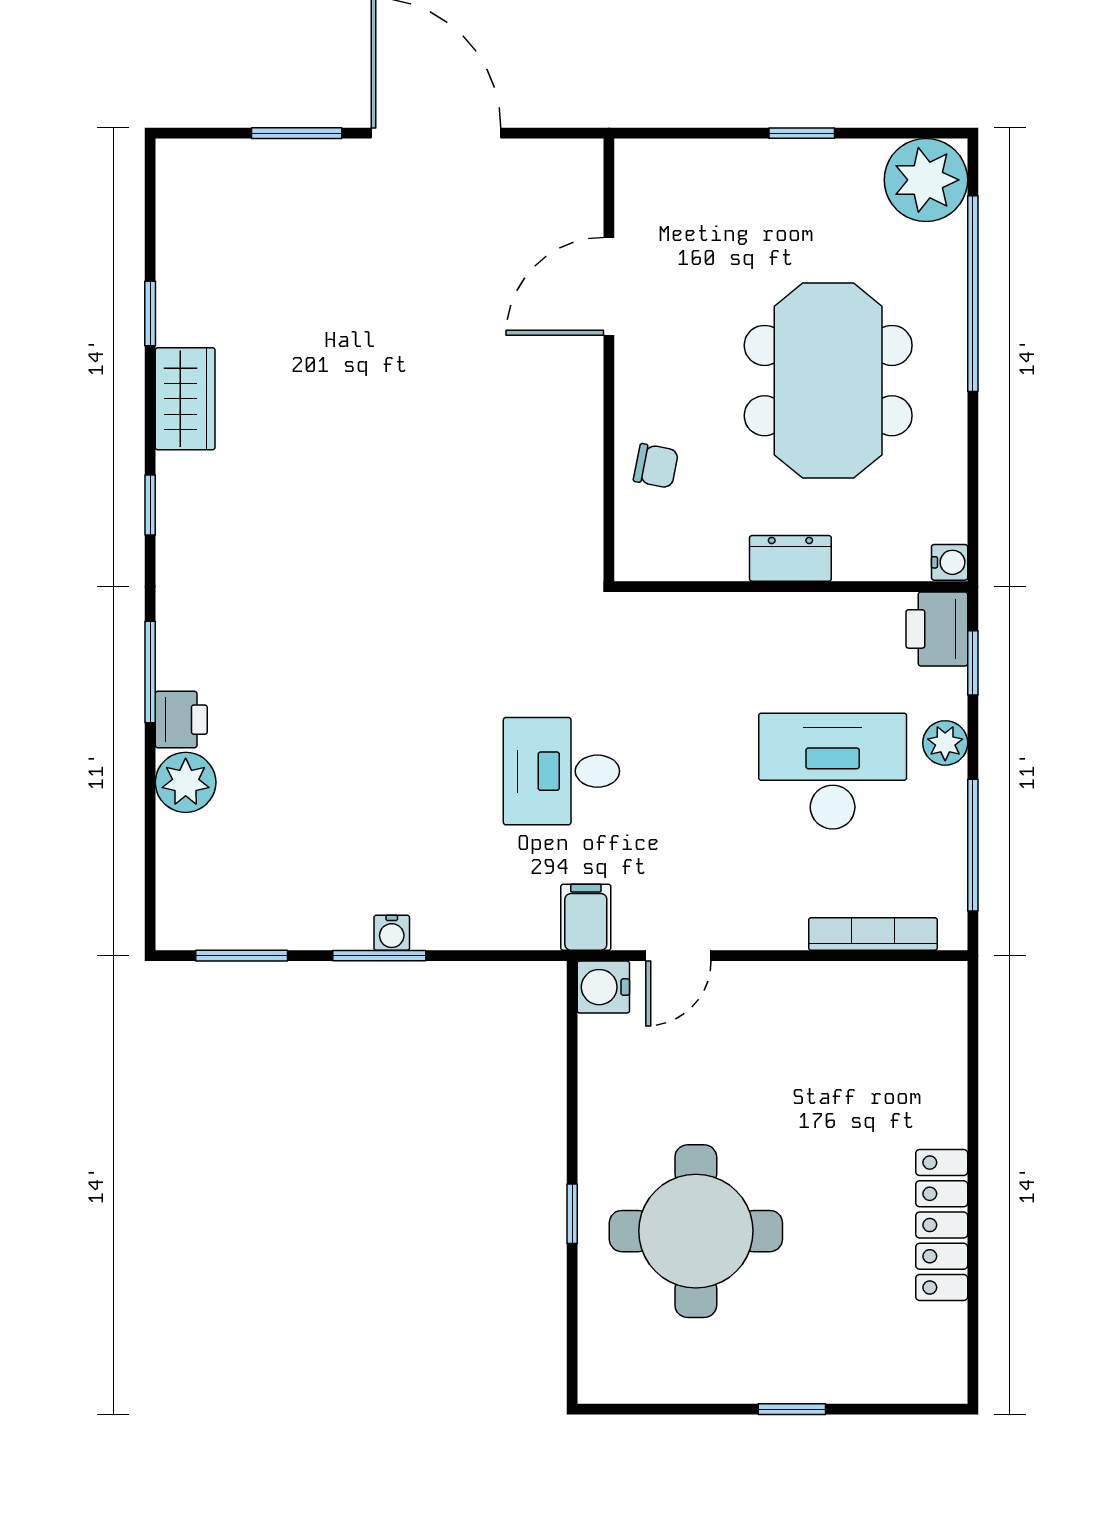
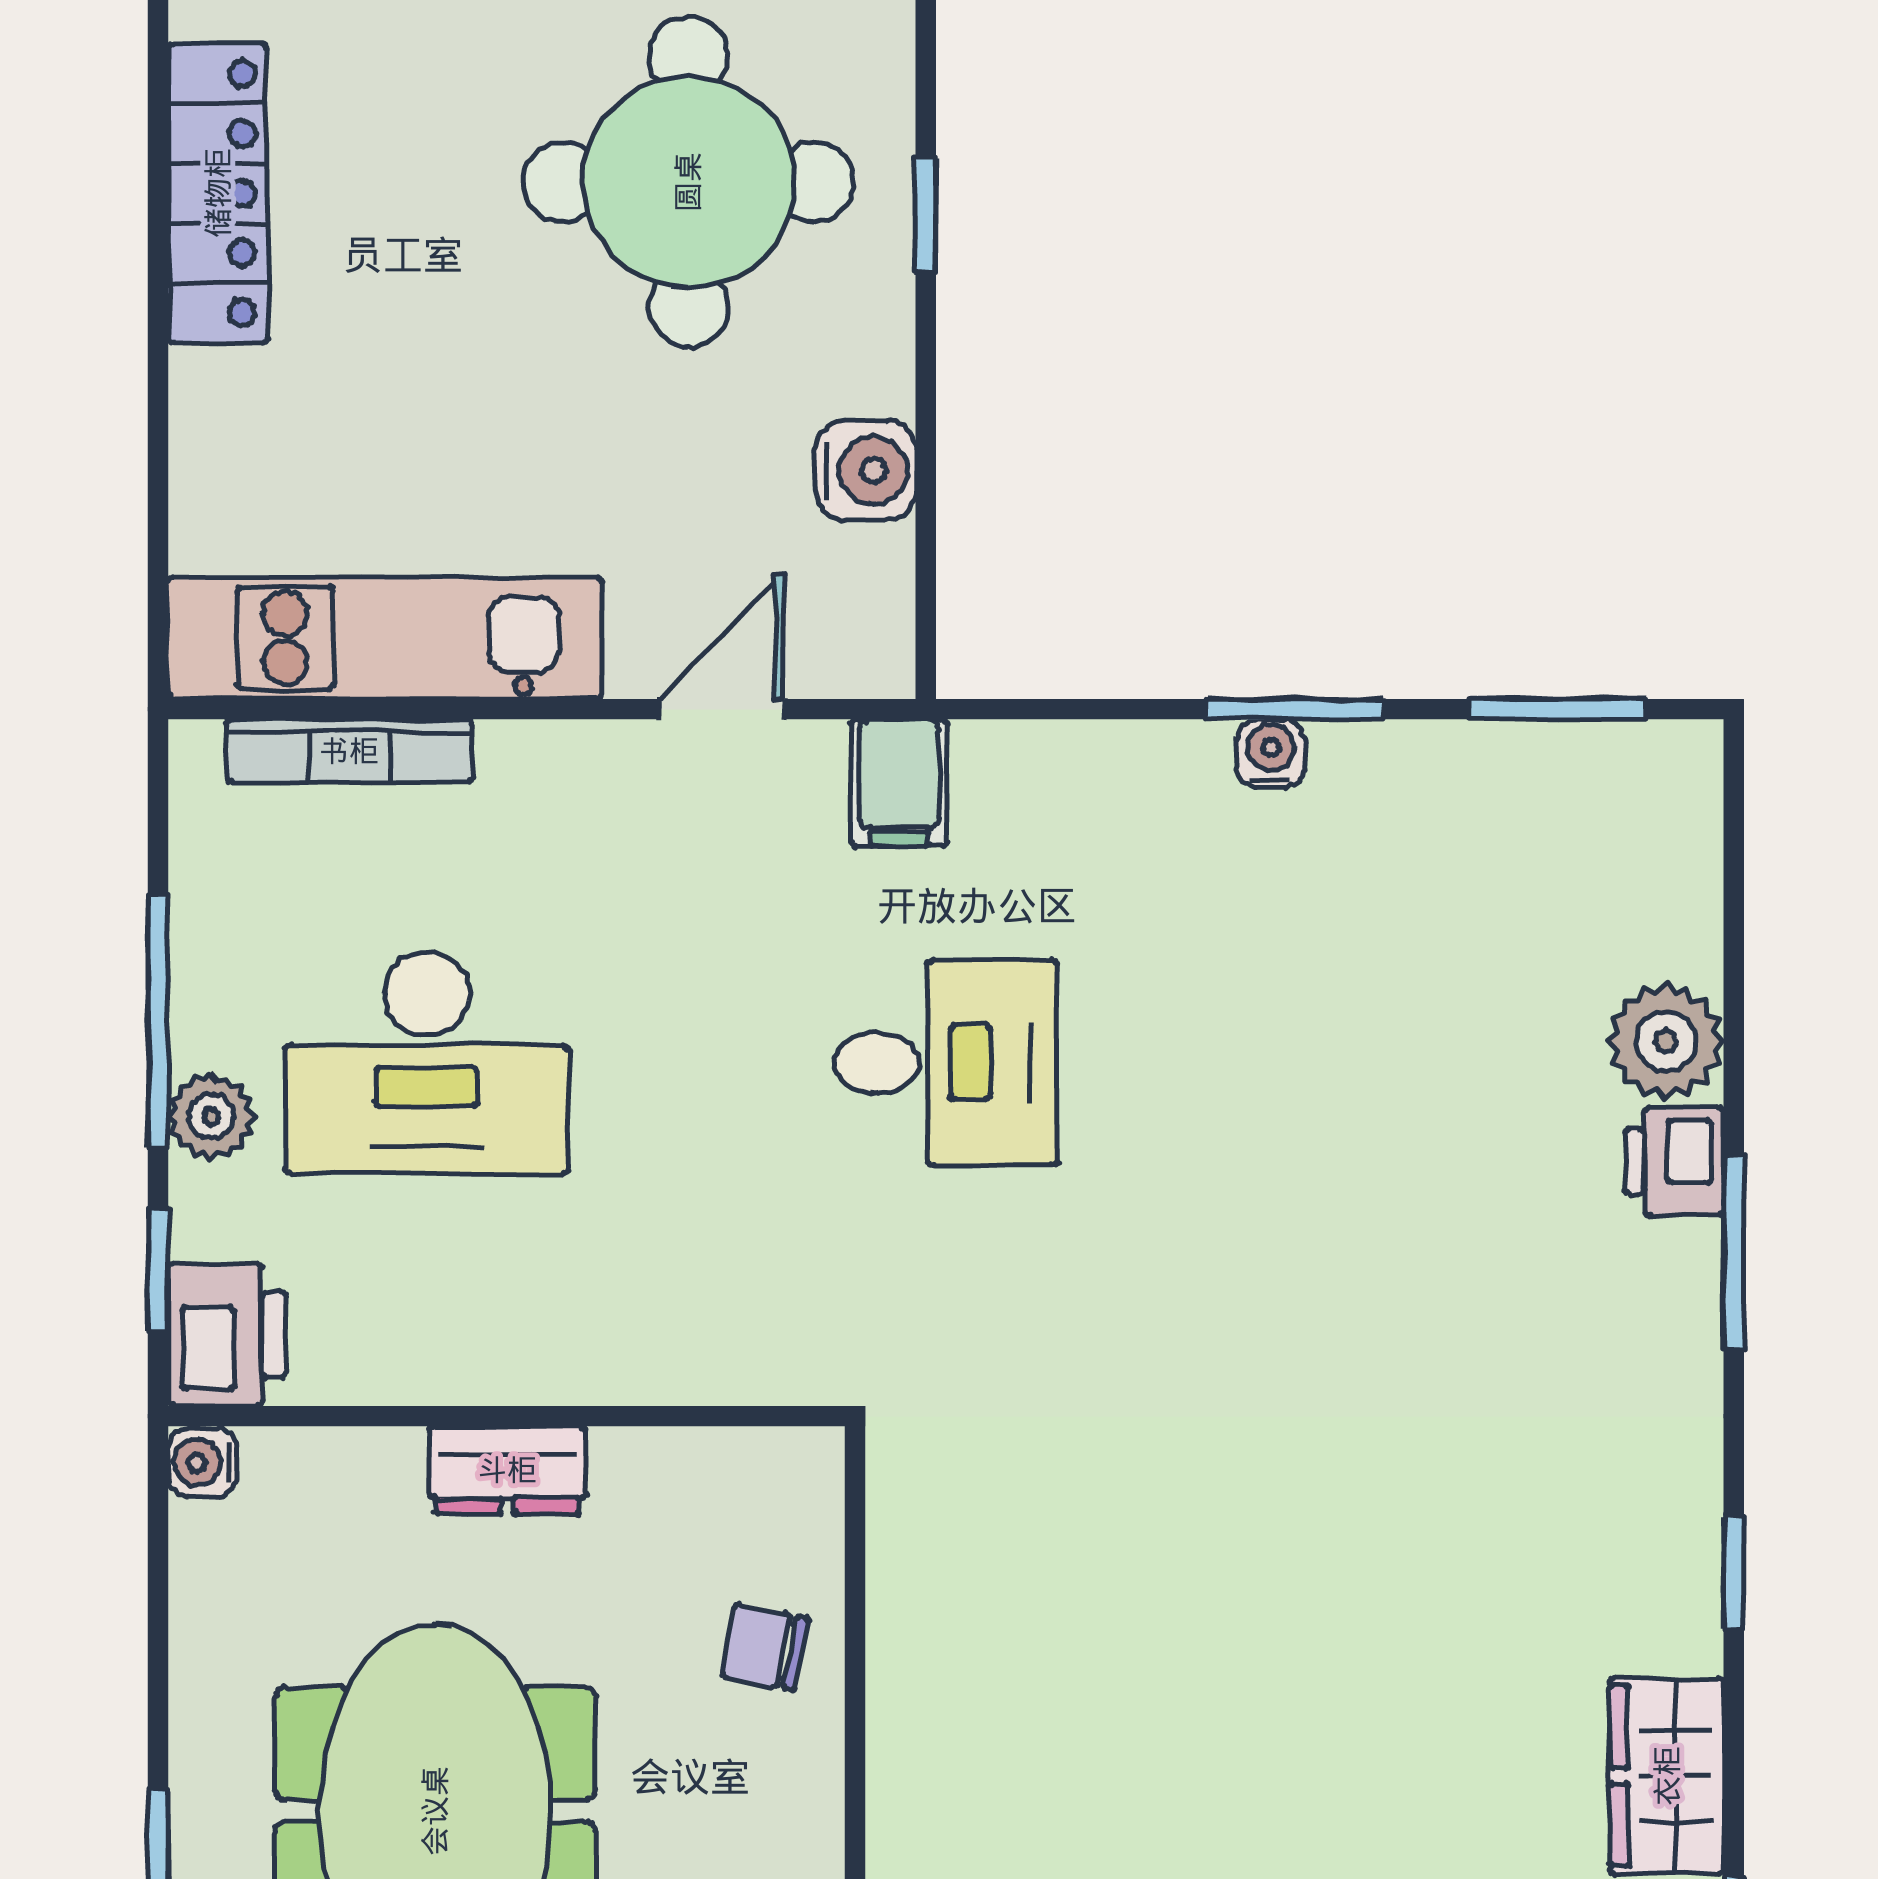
window: (973, 845) -> (158, 1021), moved
water cooler: (603, 987) -> (866, 470), moved
kitchen unit: (854, 993) -> (385, 638), added

